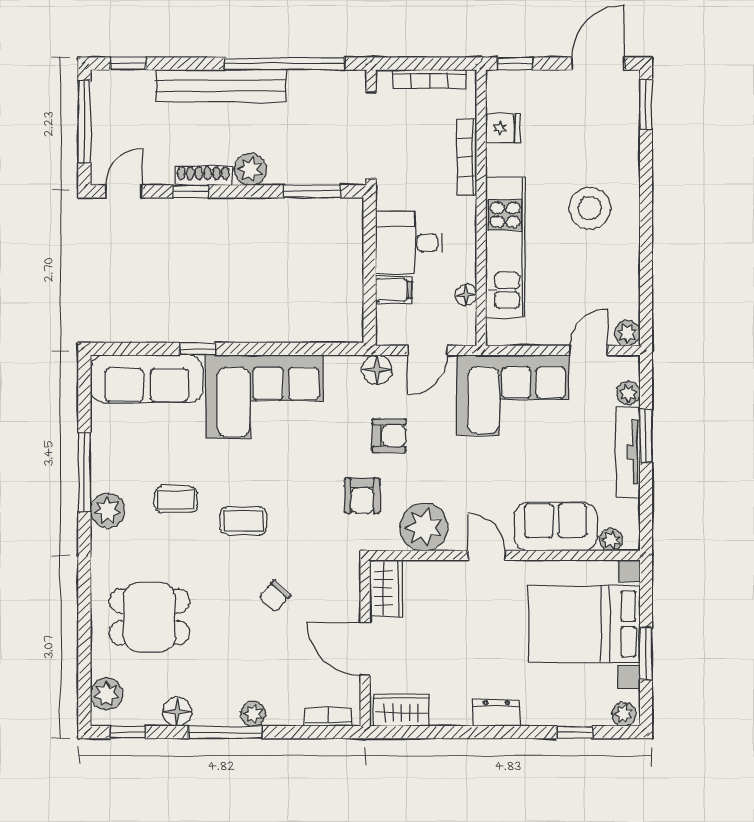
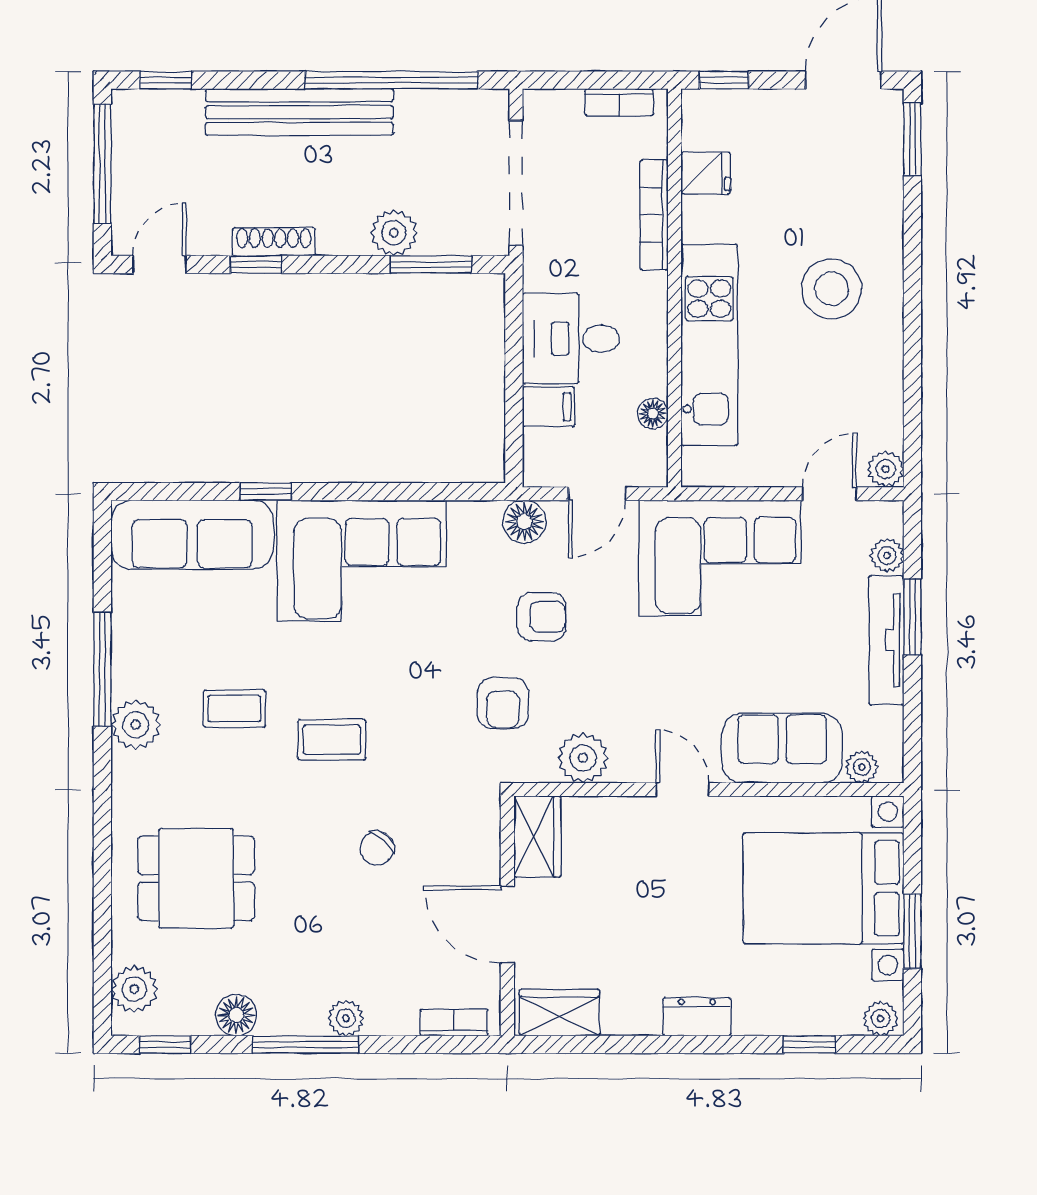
bookcase: (429, 79) -> (619, 102), width x0.64
plant: (250, 169) -> (394, 233), moved
plant: (424, 527) -> (583, 758), width x0.73, depth x0.73

